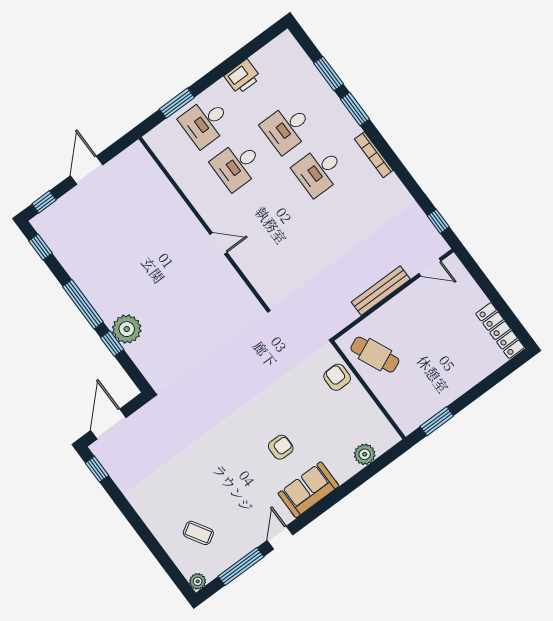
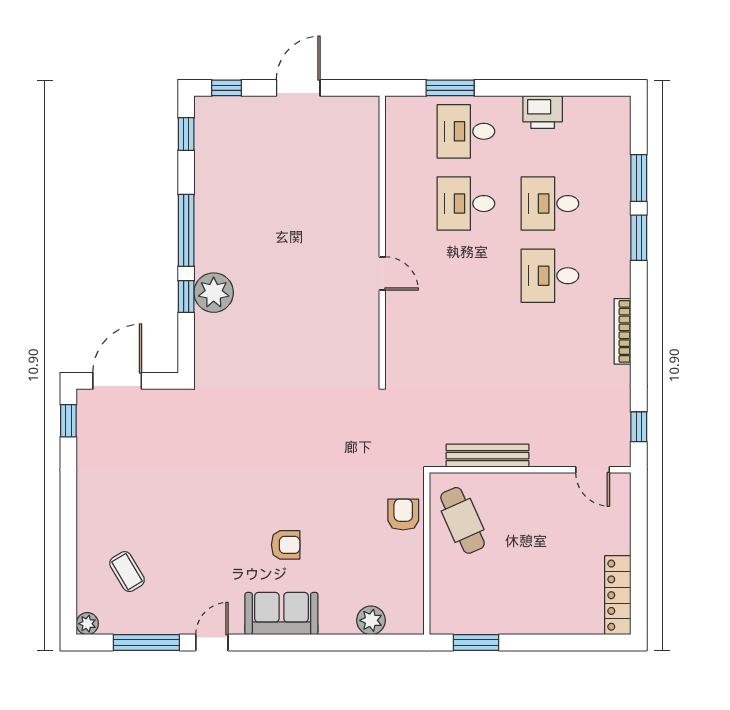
bookcase: (374, 155) -> (622, 331), moved
bench: (381, 291) -> (488, 456), moved

